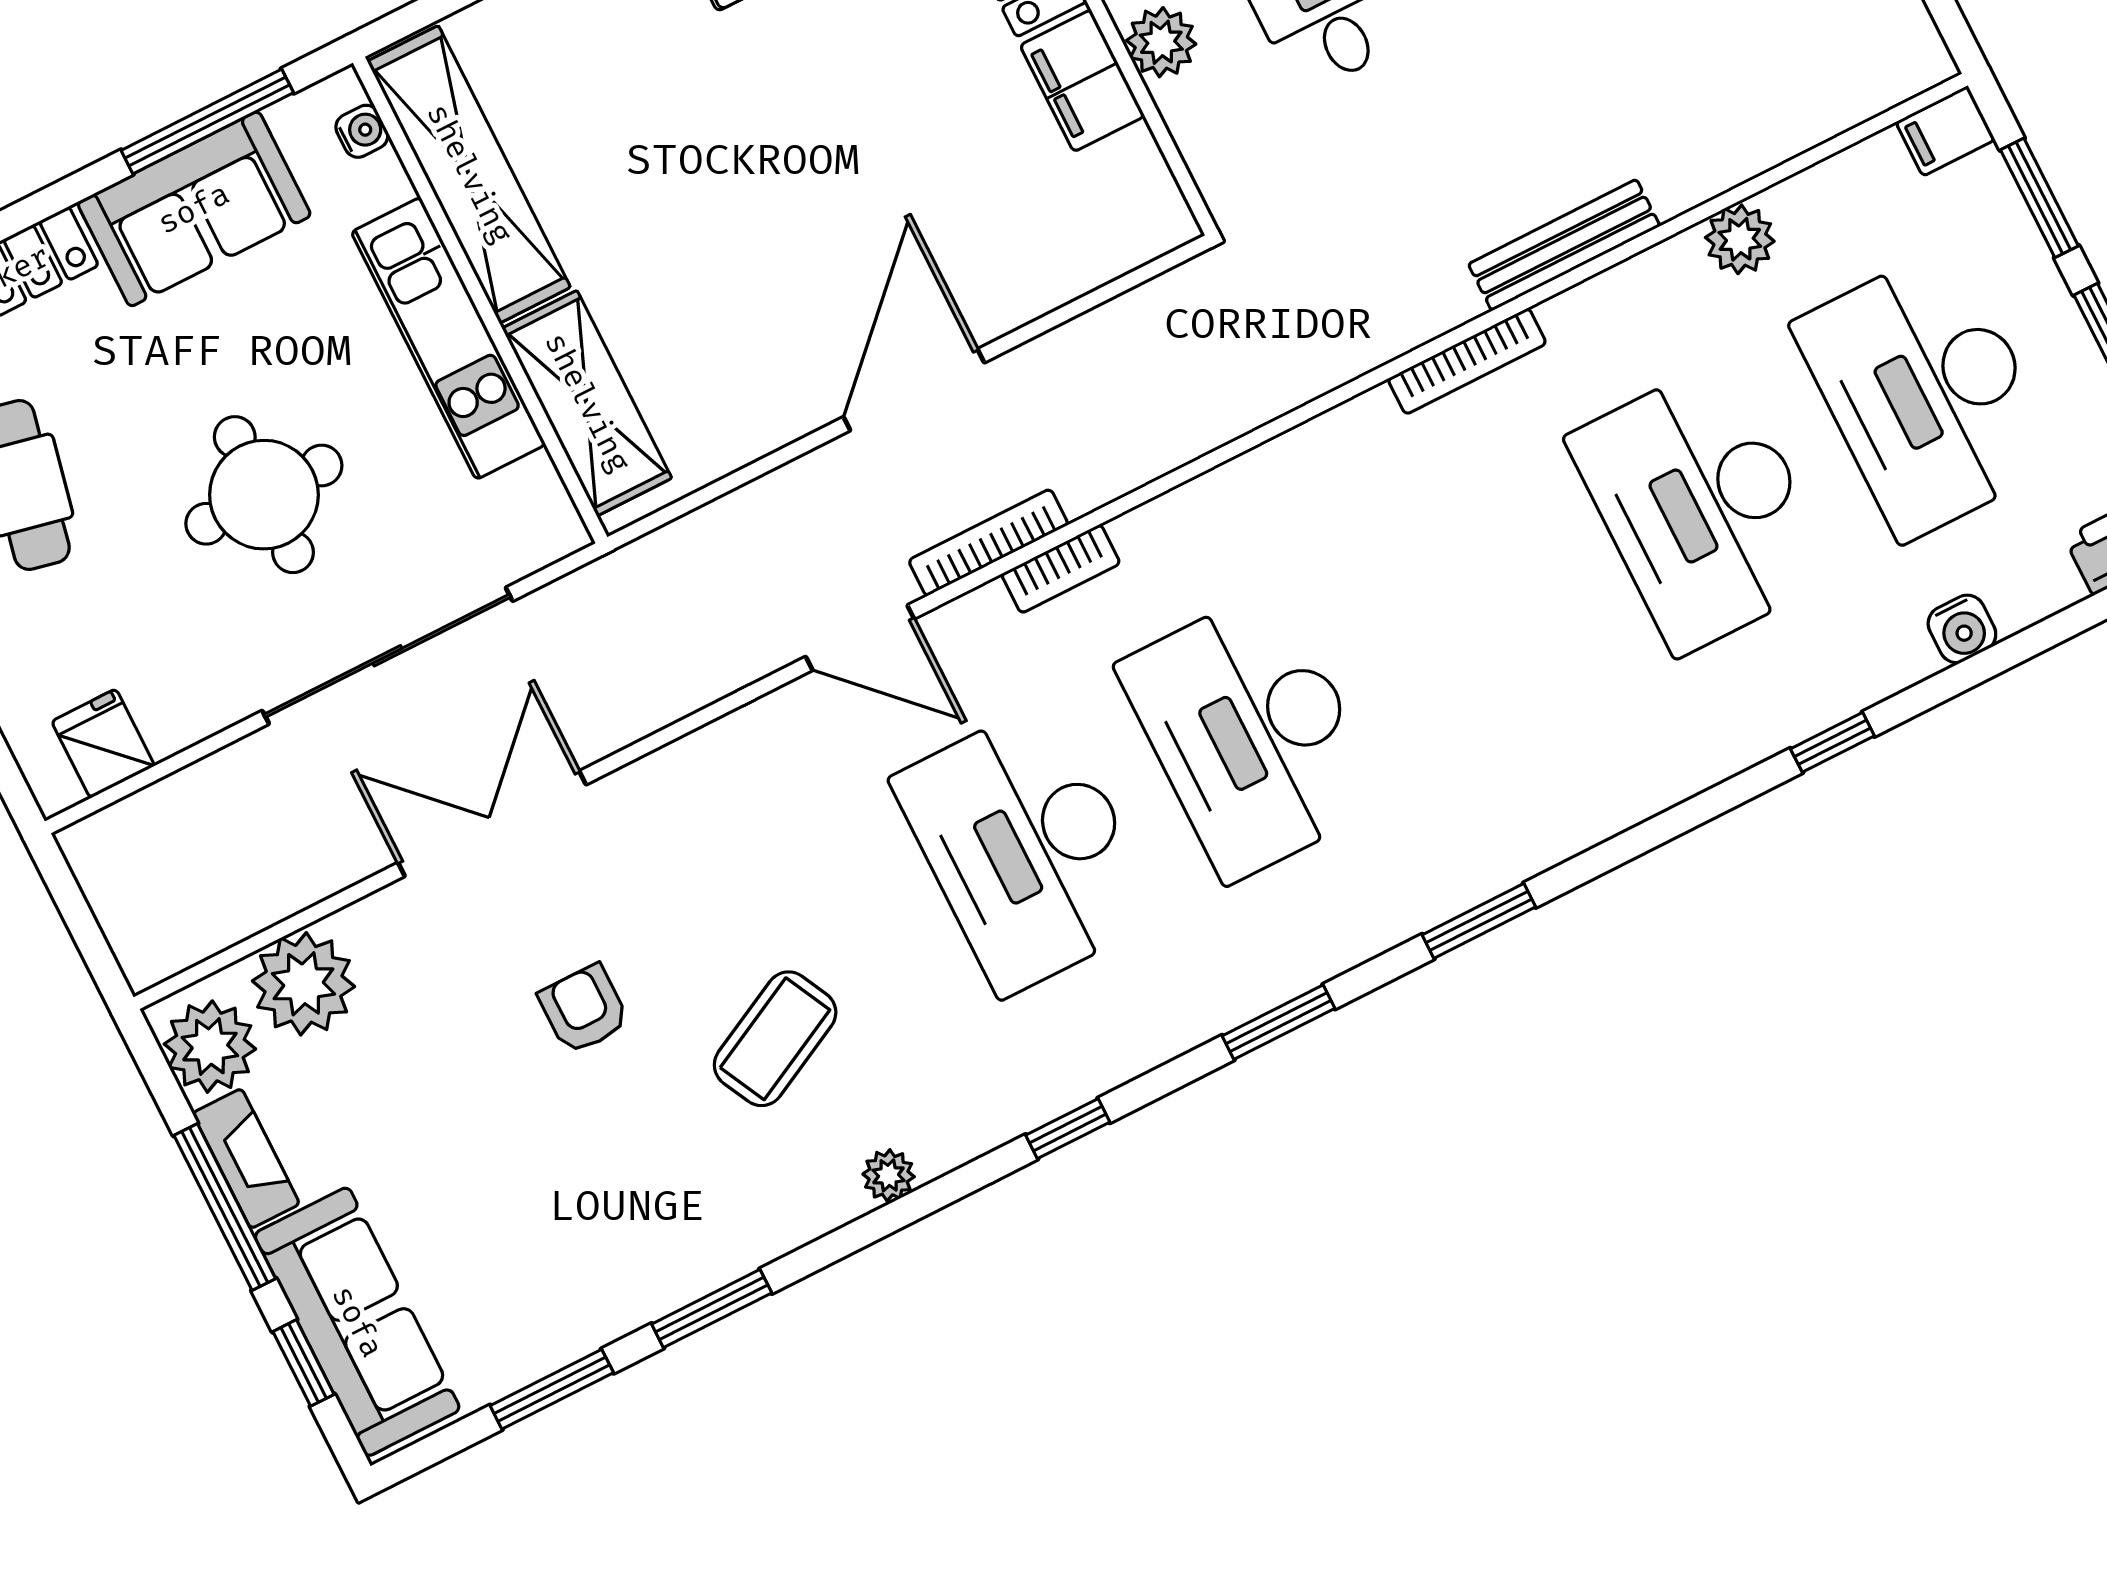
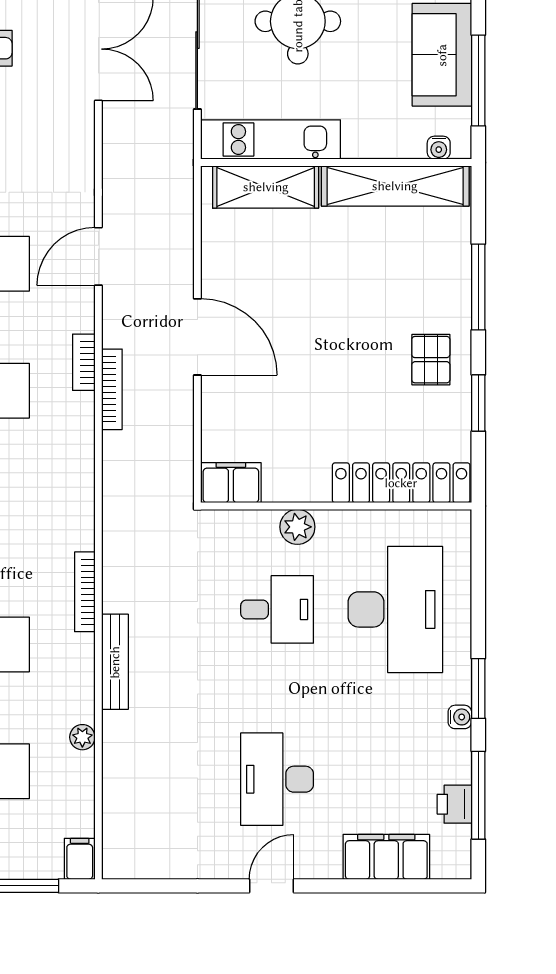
filing cabinet: (1082, 81) -> (231, 483), moved
plant: (1740, 239) -> (82, 737), width x0.73, depth x0.73
kitchen unit: (448, 338) -> (271, 140), moved
bookcase: (988, 543) -> (112, 389), moved

